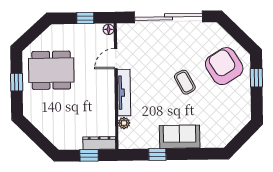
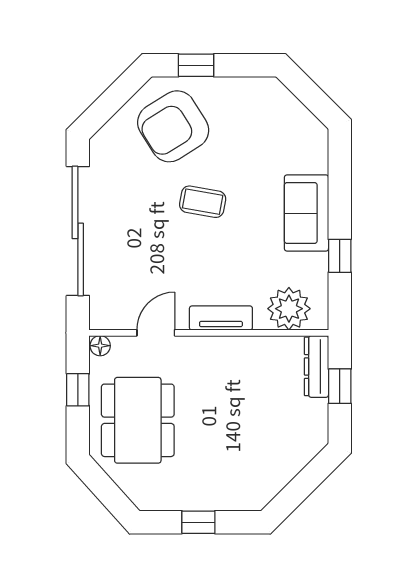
door: (116, 59) -> (156, 333), swing flipped
dining table: (51, 70) -> (138, 420), moved
coffee table: (185, 82) -> (203, 202), turned 38
tv unit: (124, 93) -> (221, 318), width x0.71
plant: (124, 123) -> (289, 309), width x1.87, depth x1.87

